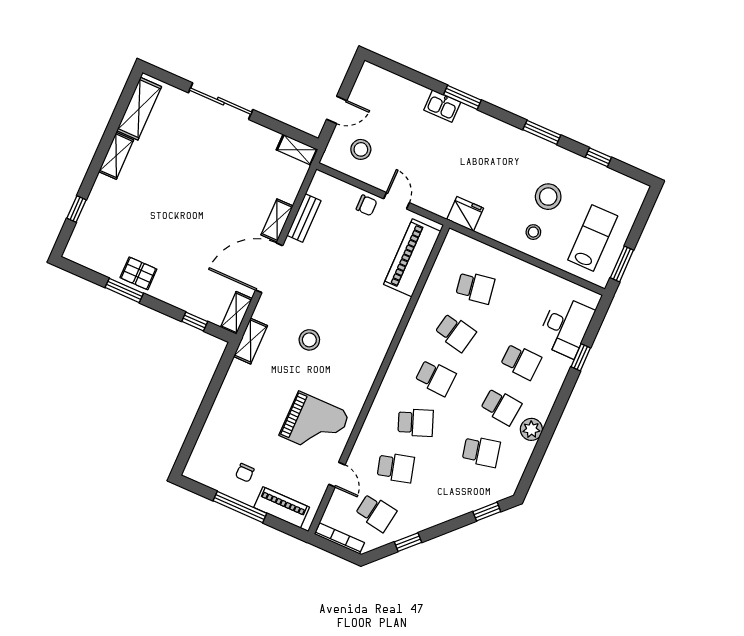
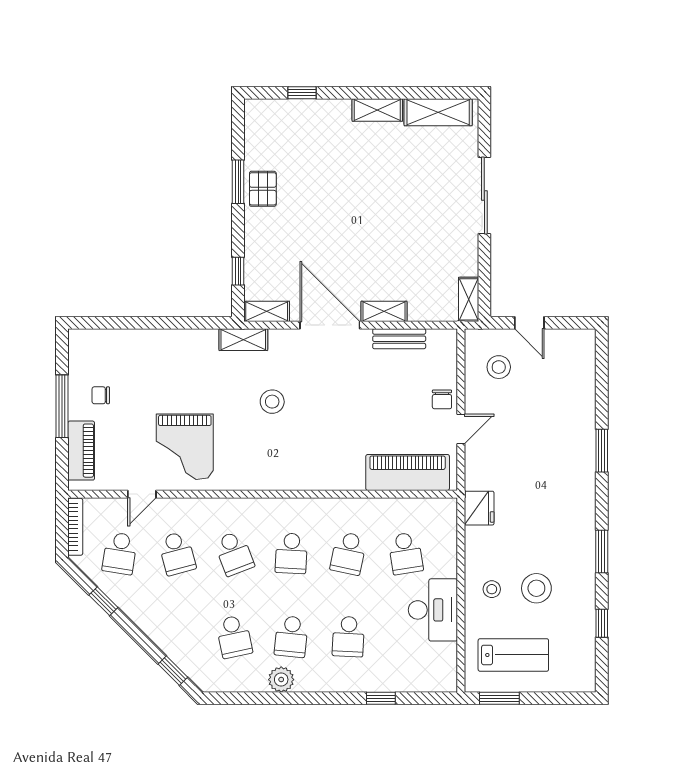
kitchen sink: (442, 106) -> (583, 433), removed
desk: (566, 326) -> (433, 610), moved, turned -90

